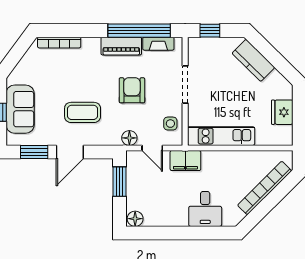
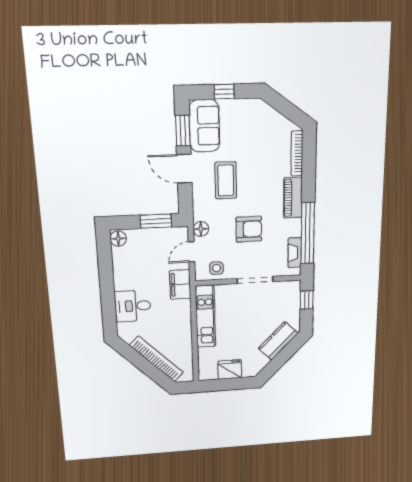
piano: (121, 46) -> (293, 198), moved
sofa: (20, 109) -> (204, 126), moved, turned -90

